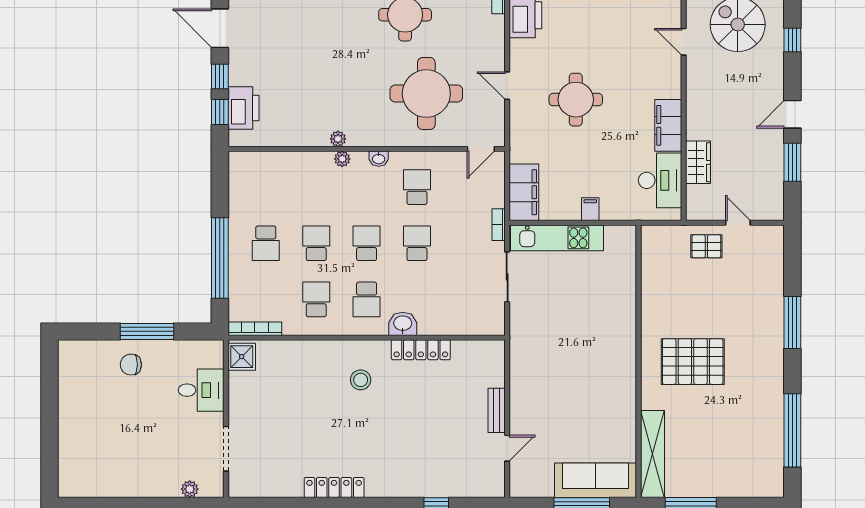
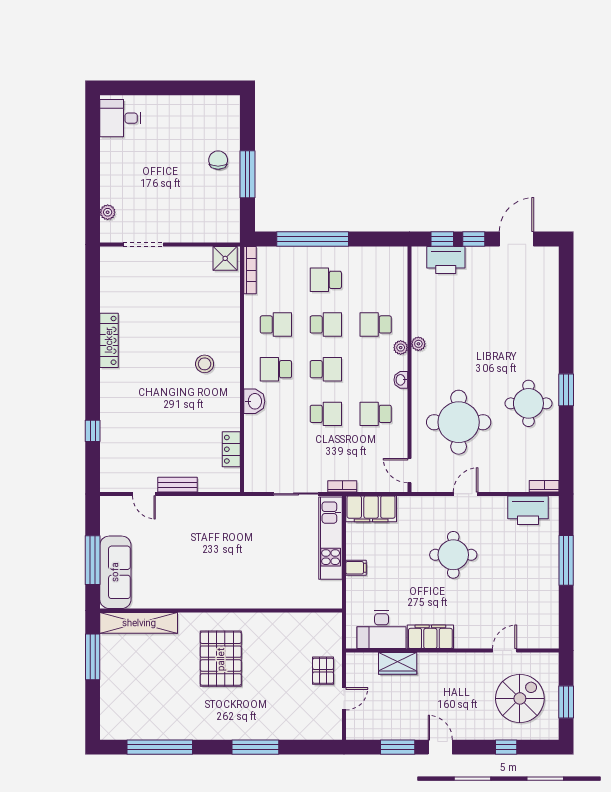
school desk: (316, 187) -> (376, 324), added
school desk: (417, 187) -> (376, 414), turned 180
locker: (421, 350) -> (231, 449), moved, width x0.66
desk: (201, 390) -> (120, 118), moved, turned 90

